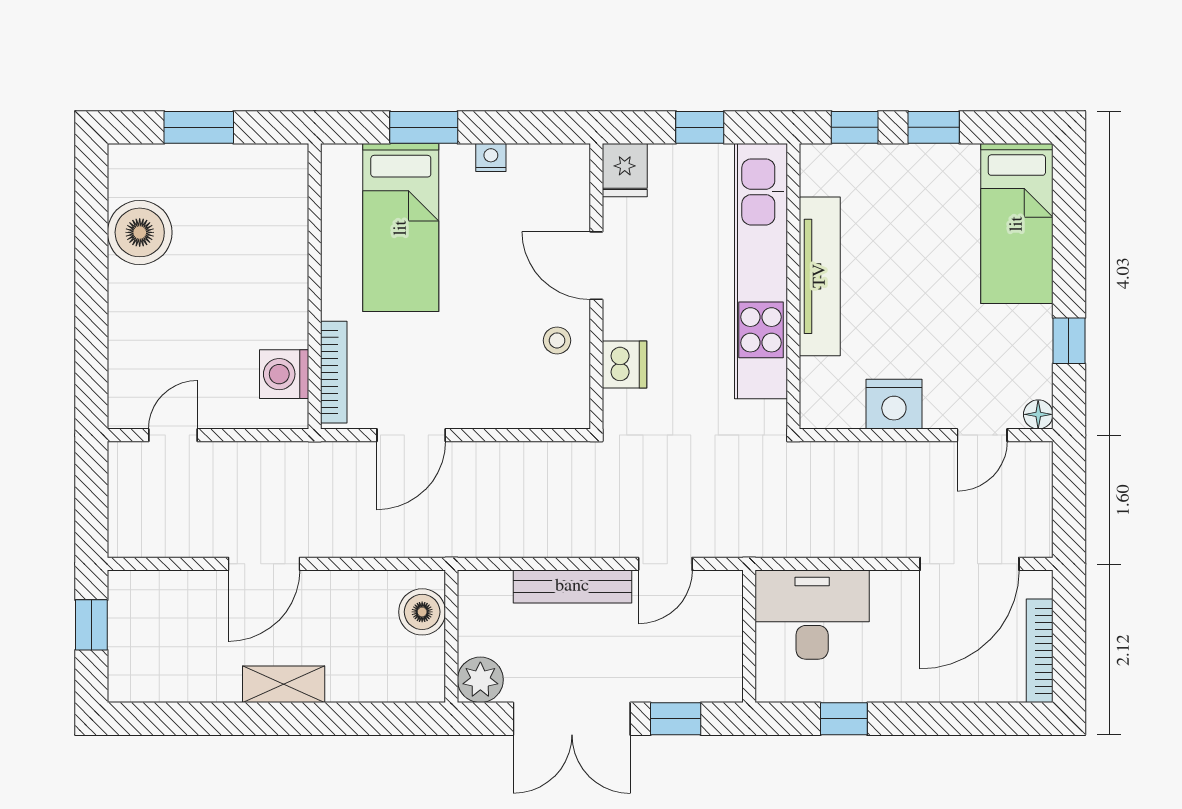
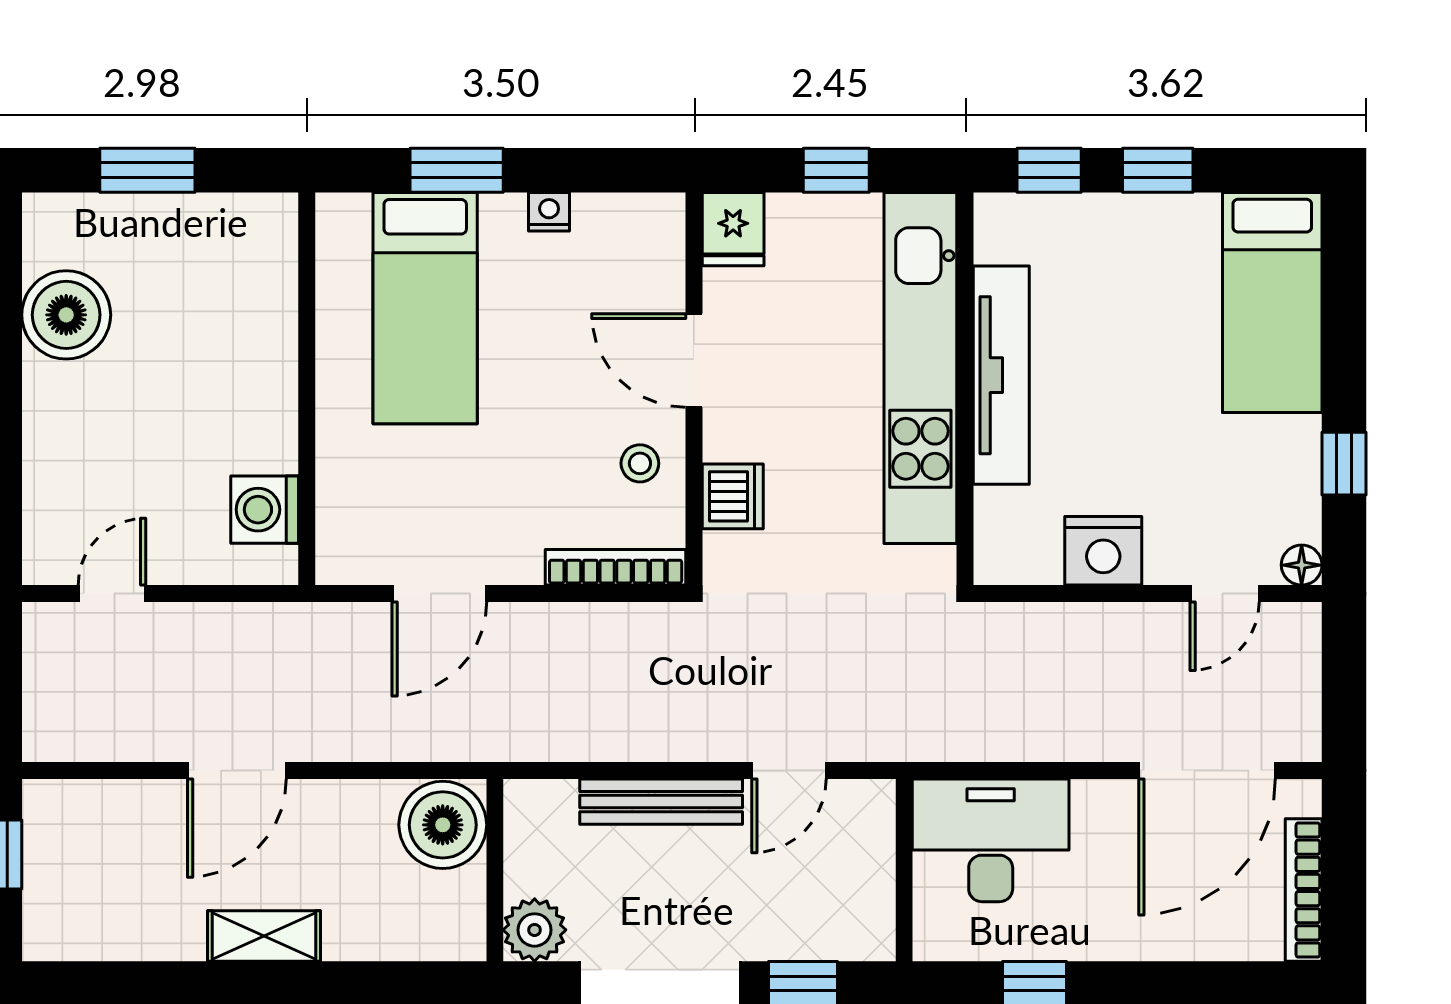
bookcase: (334, 372) -> (616, 567), moved, turned -90
boiler: (422, 612) -> (443, 825), width x1.37, depth x1.37

